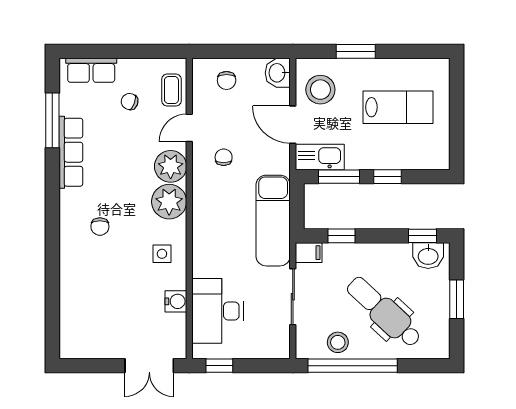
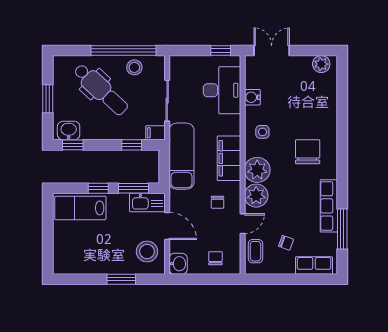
lab bench: (398, 107) -> (80, 208), moved
filing cabinet: (208, 218) -> (229, 158), added
chair: (100, 227) -> (308, 152), width x1.87, depth x1.87
plant: (81, 347) -> (321, 64), added

